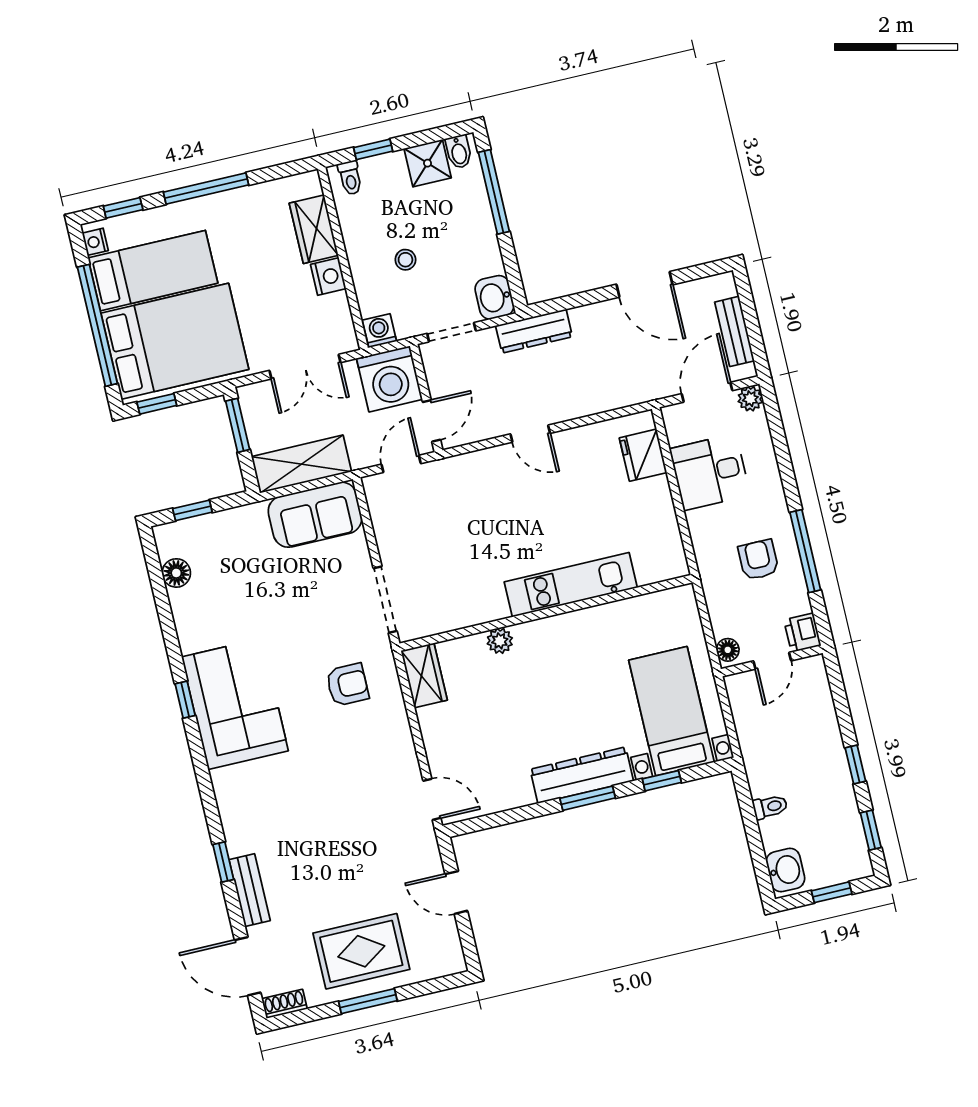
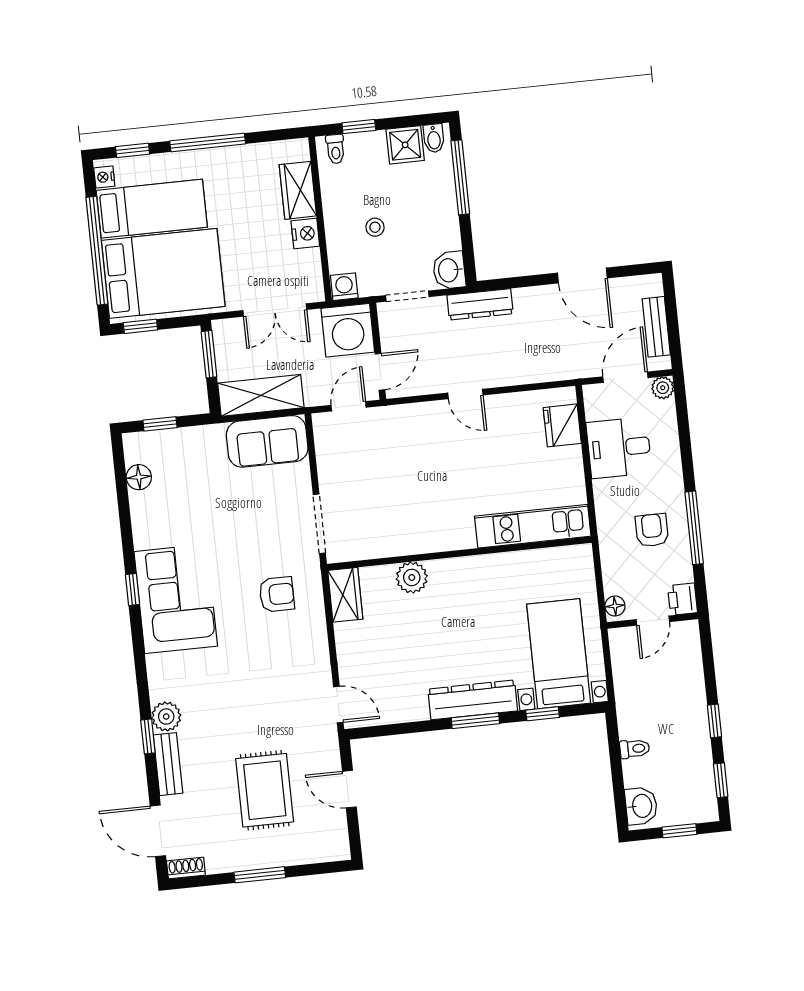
kitchen unit: (571, 585) -> (533, 526), moved
plant: (500, 641) -> (412, 577), width x1.38, depth x1.38
plant: (241, 837) -> (166, 717), added
rug: (361, 951) -> (265, 790), moved, turned 90

